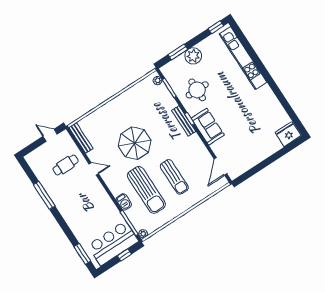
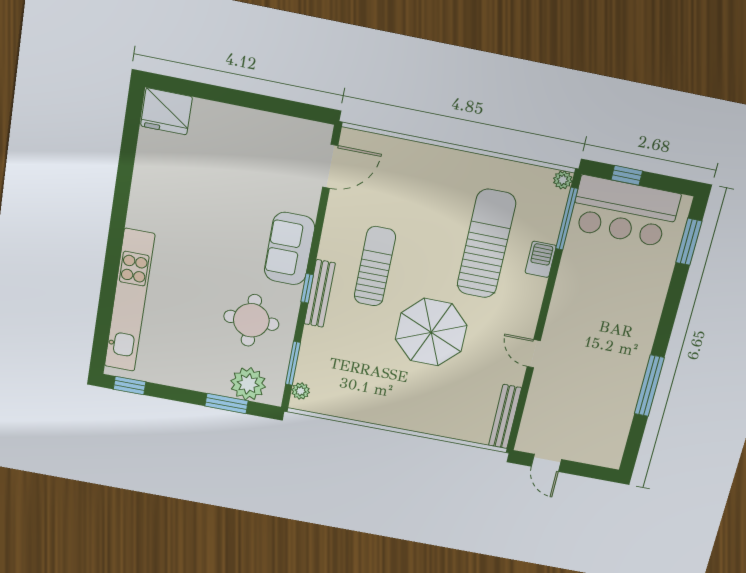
plant: (193, 56) -> (248, 384), moved
cafe table: (66, 165) -> (570, 399), removed
sun lounger: (174, 177) -> (375, 266), moved

